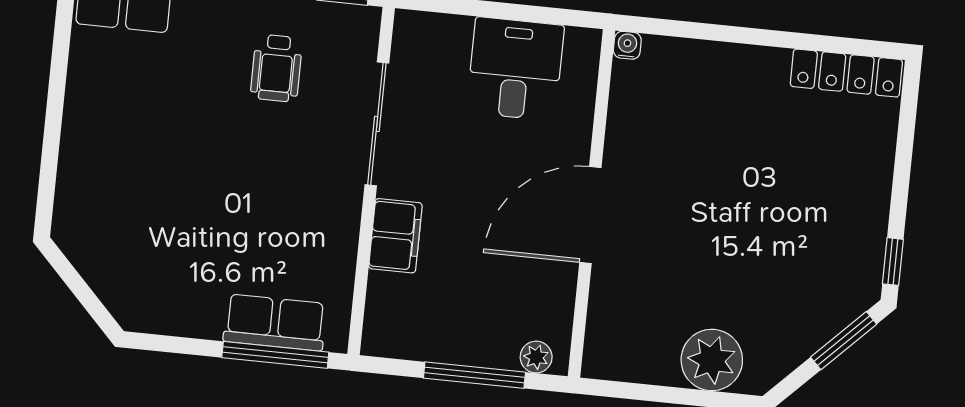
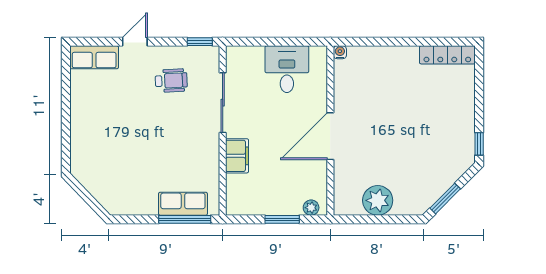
wheelchair: (276, 68) -> (171, 81), turned -93
window: (844, 341) -> (445, 199), moved
plant: (712, 360) -> (378, 200), moved
window: (474, 375) -> (282, 219), width x0.69

